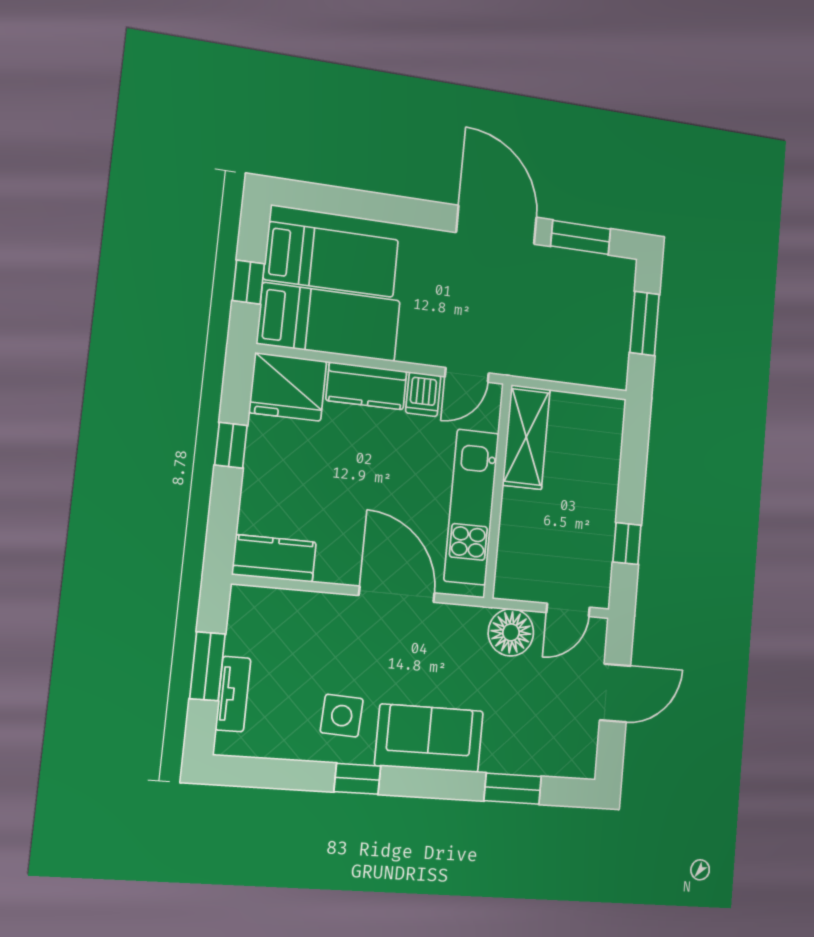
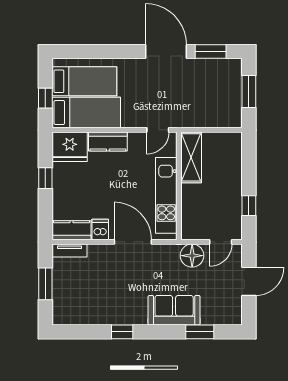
dishwasher: (423, 394) -> (100, 230), moved, turned 180
tv unit: (233, 694) -> (69, 251), moved, turned 90
side table: (342, 716) -> (112, 302), removed
sofa: (429, 738) -> (174, 310), moved

